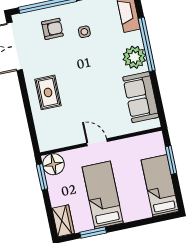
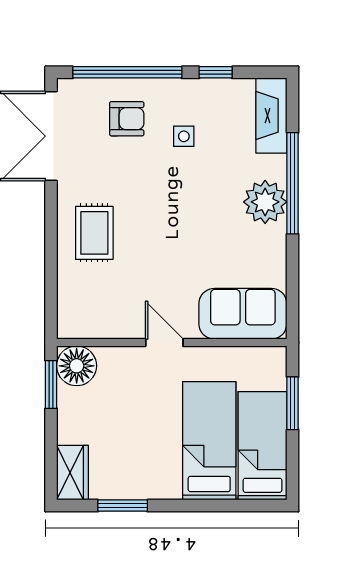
sofa: (141, 97) -> (243, 314), moved, turned 90
bed: (103, 195) -> (209, 441), moved

